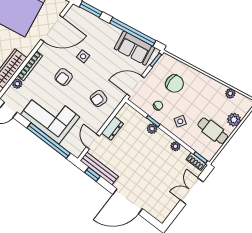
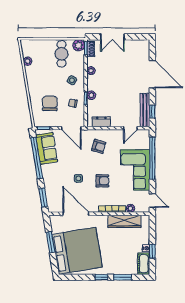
plant: (234, 120) -> (79, 45), moved
dresser: (113, 128) -> (101, 122), moved

